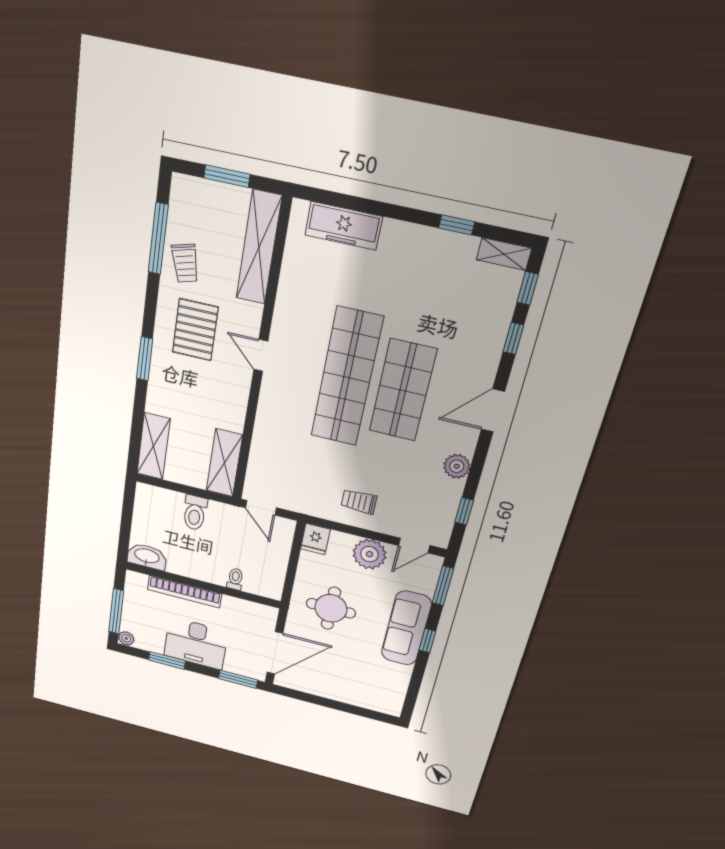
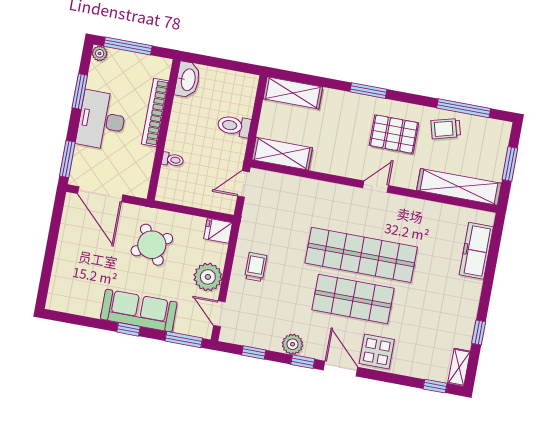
window: (513, 338) -> (303, 362), moved
display table: (474, 364) -> (377, 352), added
round table: (331, 608) -> (152, 245), turned -32

